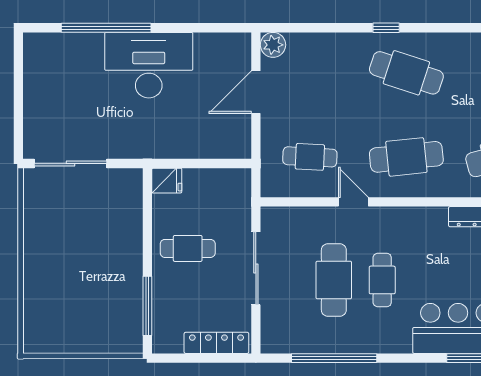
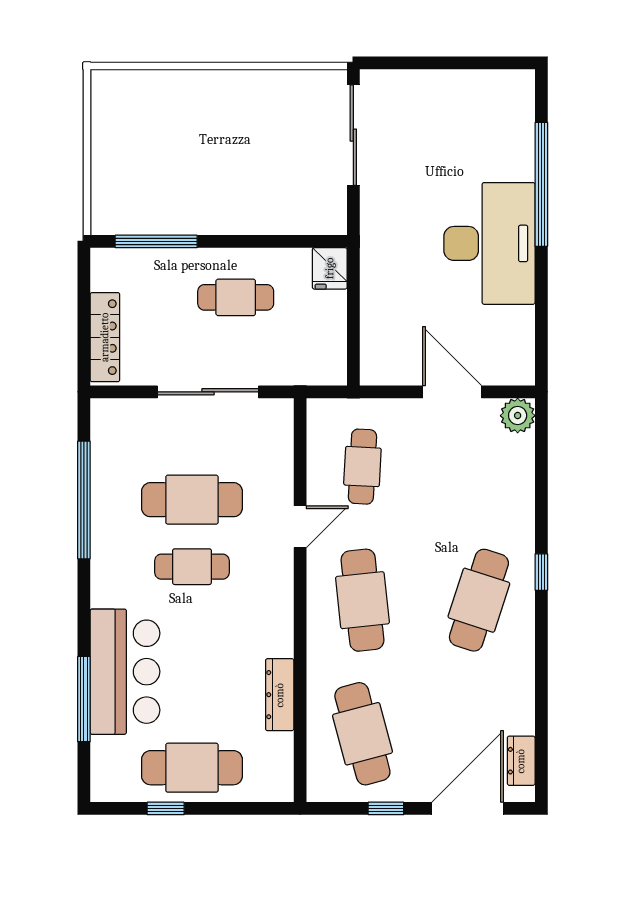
cafe table: (188, 248) -> (236, 297), turned 90

